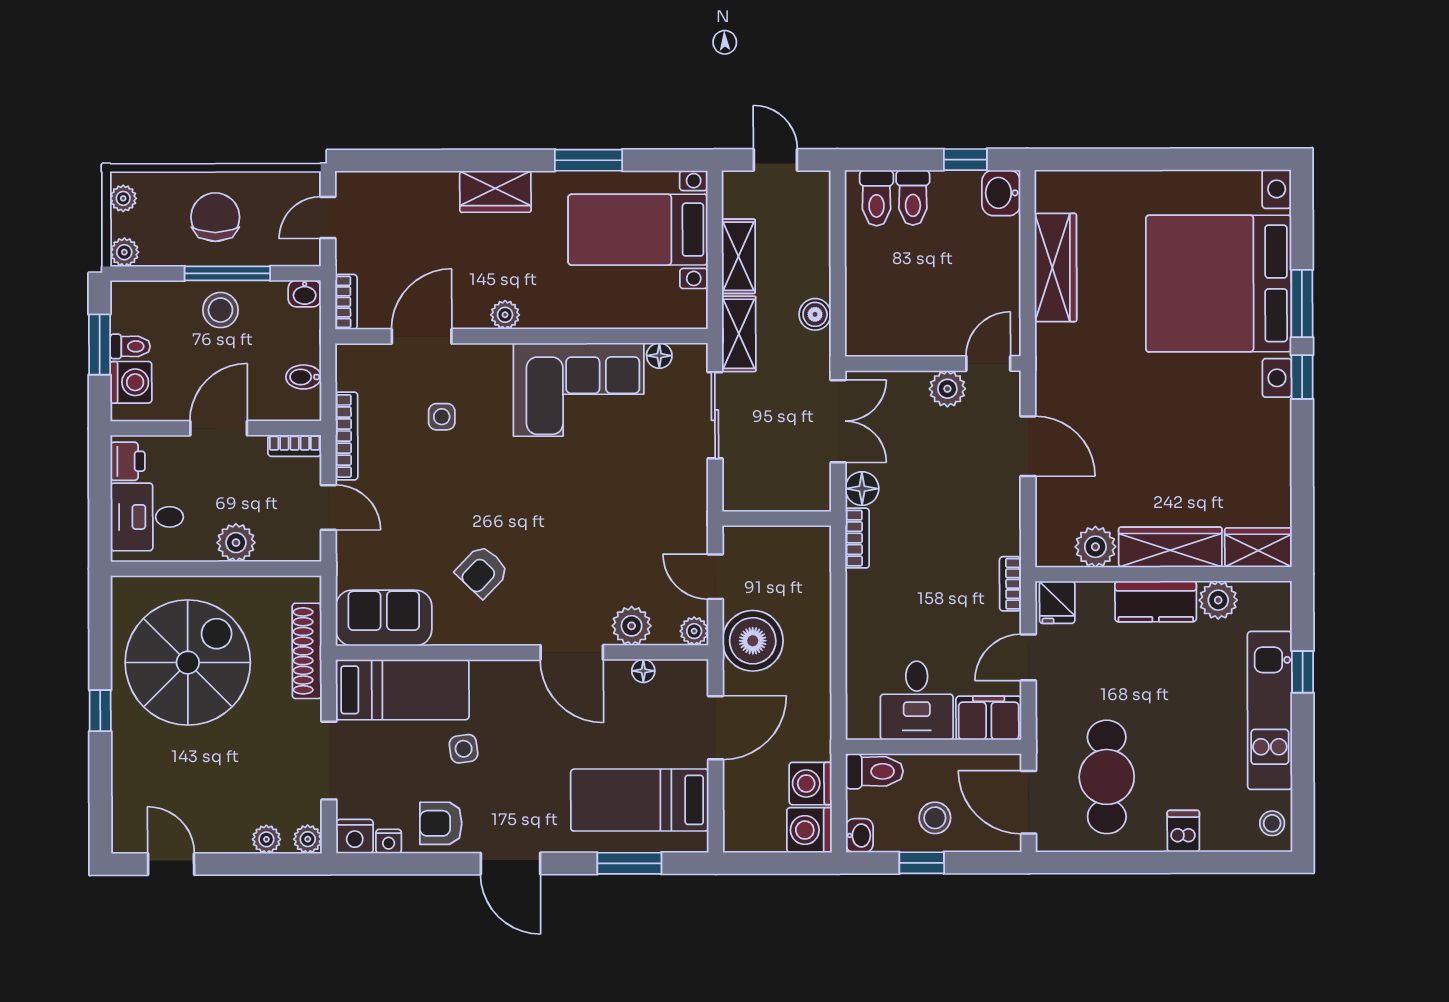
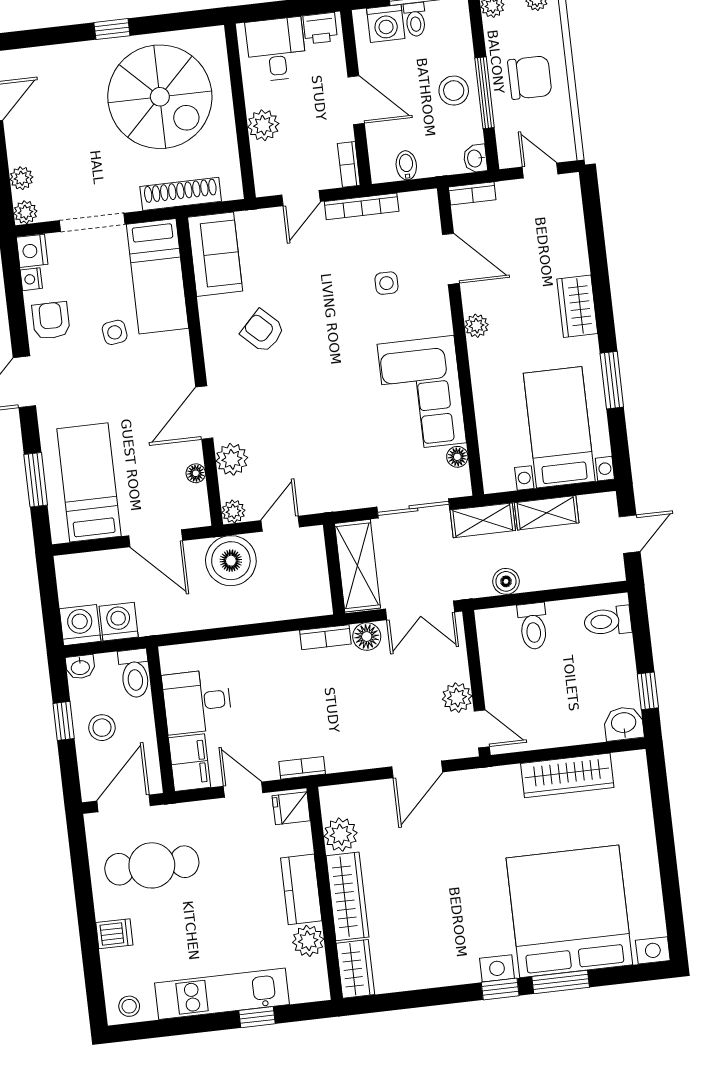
toilet: (913, 198) -> (533, 626), moved, turned -90
shelving: (776, 490) -> (357, 566), added

